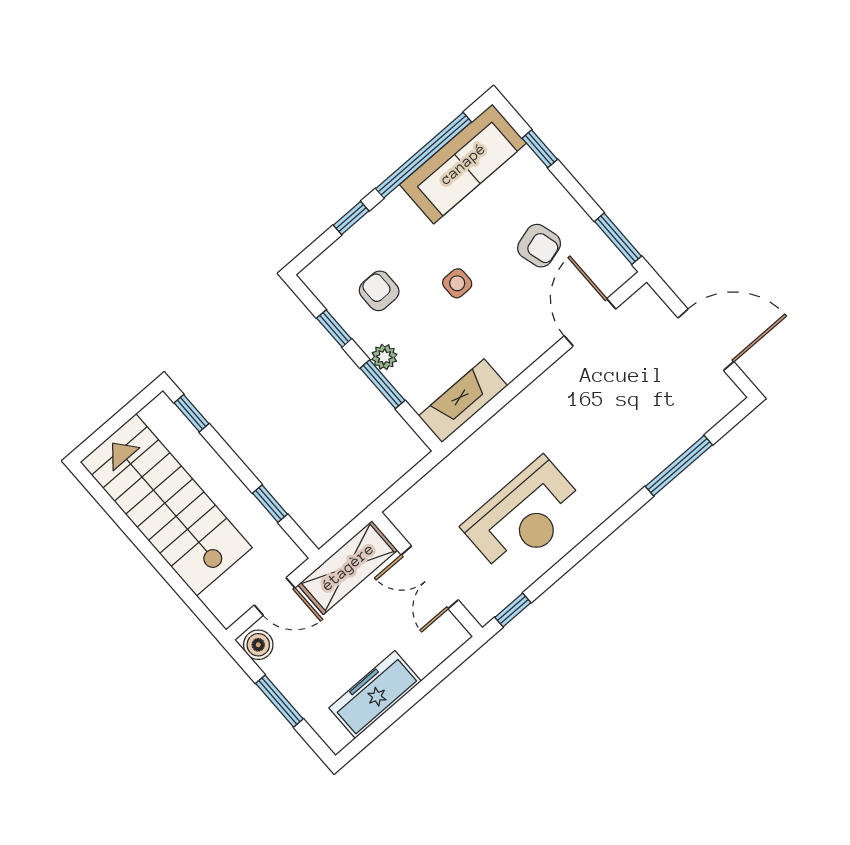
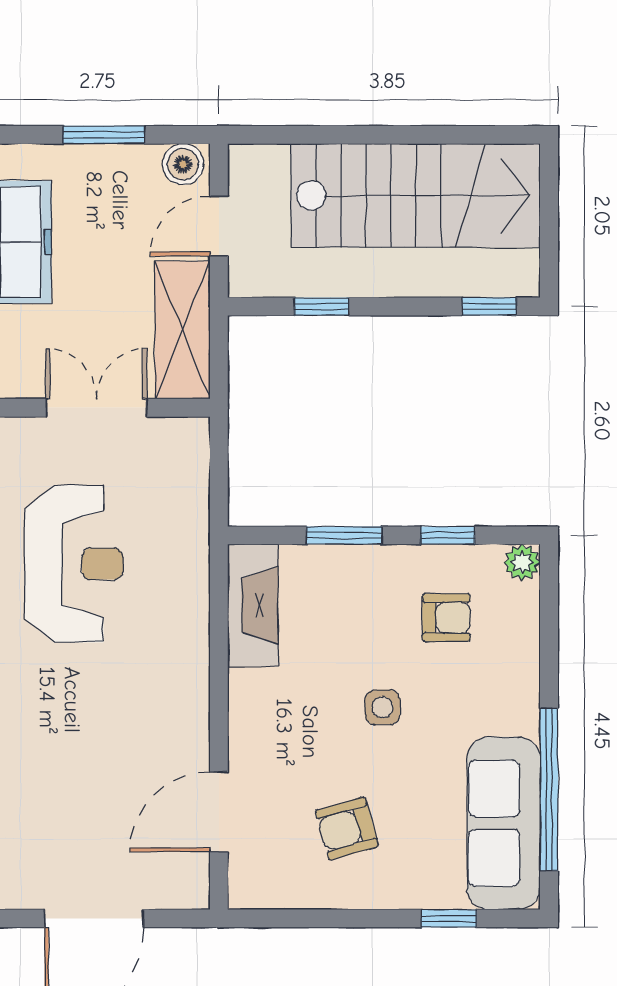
window: (351, 218) -> (549, 655), removed
window: (618, 239) -> (282, 918), removed
door: (590, 322) -> (219, 812), swing flipped
plant: (384, 357) -> (522, 562), moved
reception desk: (524, 517) -> (74, 564), turned 180

